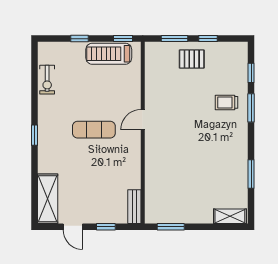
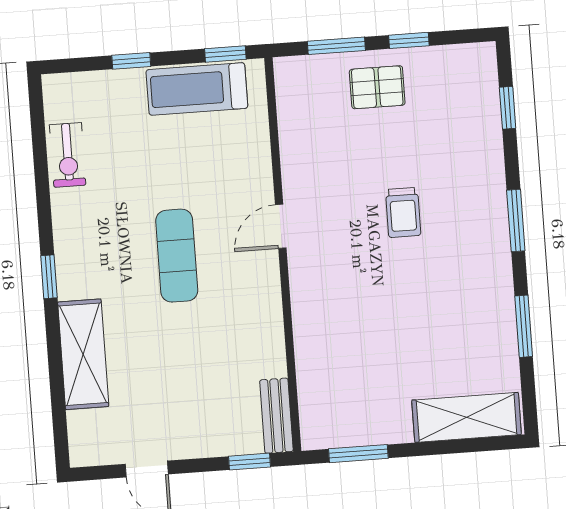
trolley: (226, 102) -> (403, 212), moved, turned -90
window: (251, 108) -> (516, 220), moved
exercise mat: (94, 130) -> (177, 256), turned 90
shelving: (48, 199) -> (83, 354), moved
shelving: (230, 216) -> (467, 417), width x1.50, depth x1.33
window: (106, 227) -> (250, 462), moved

